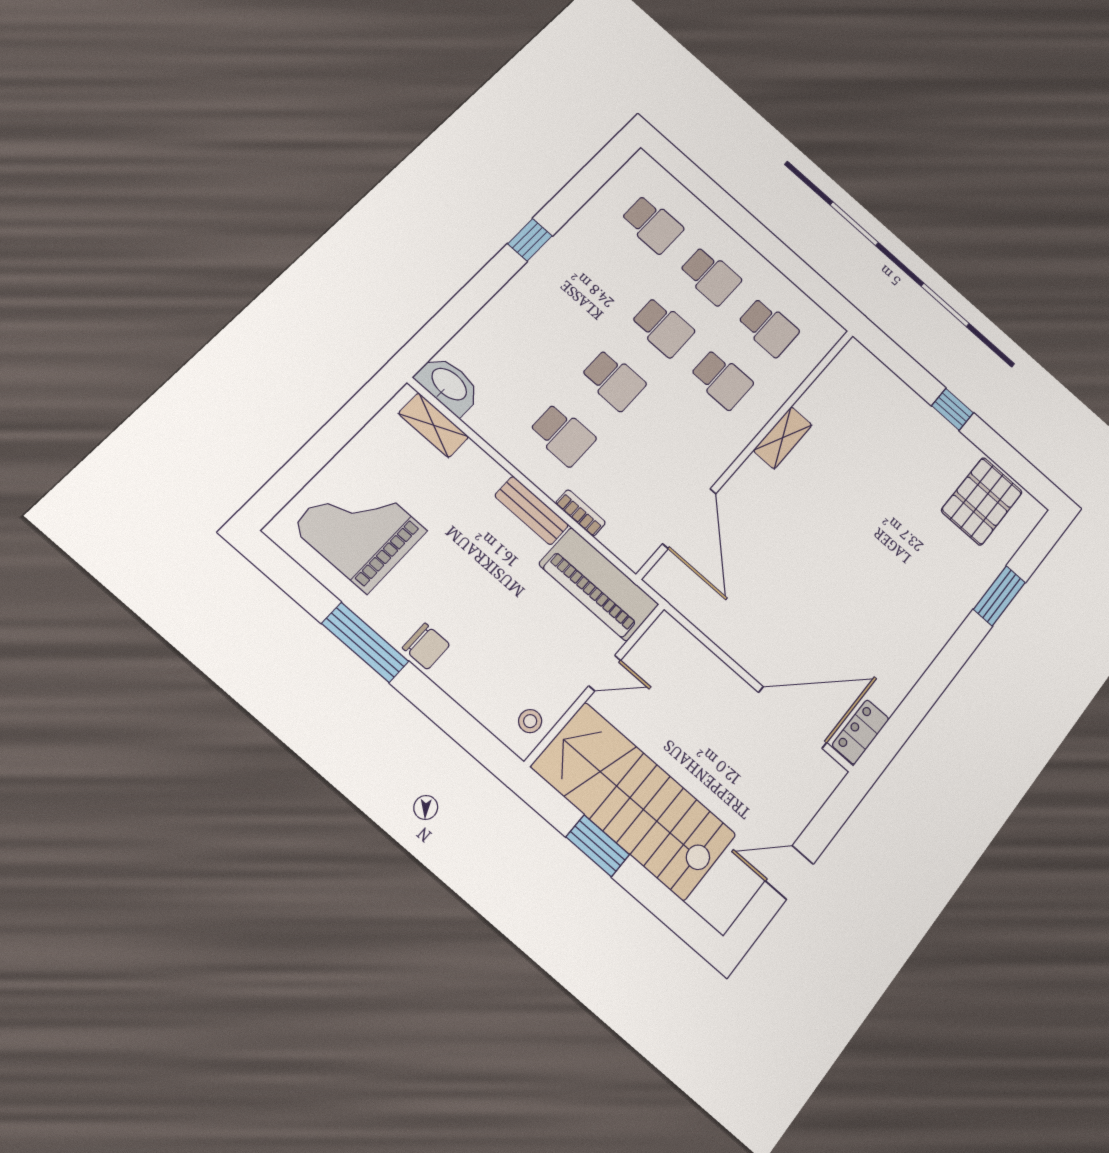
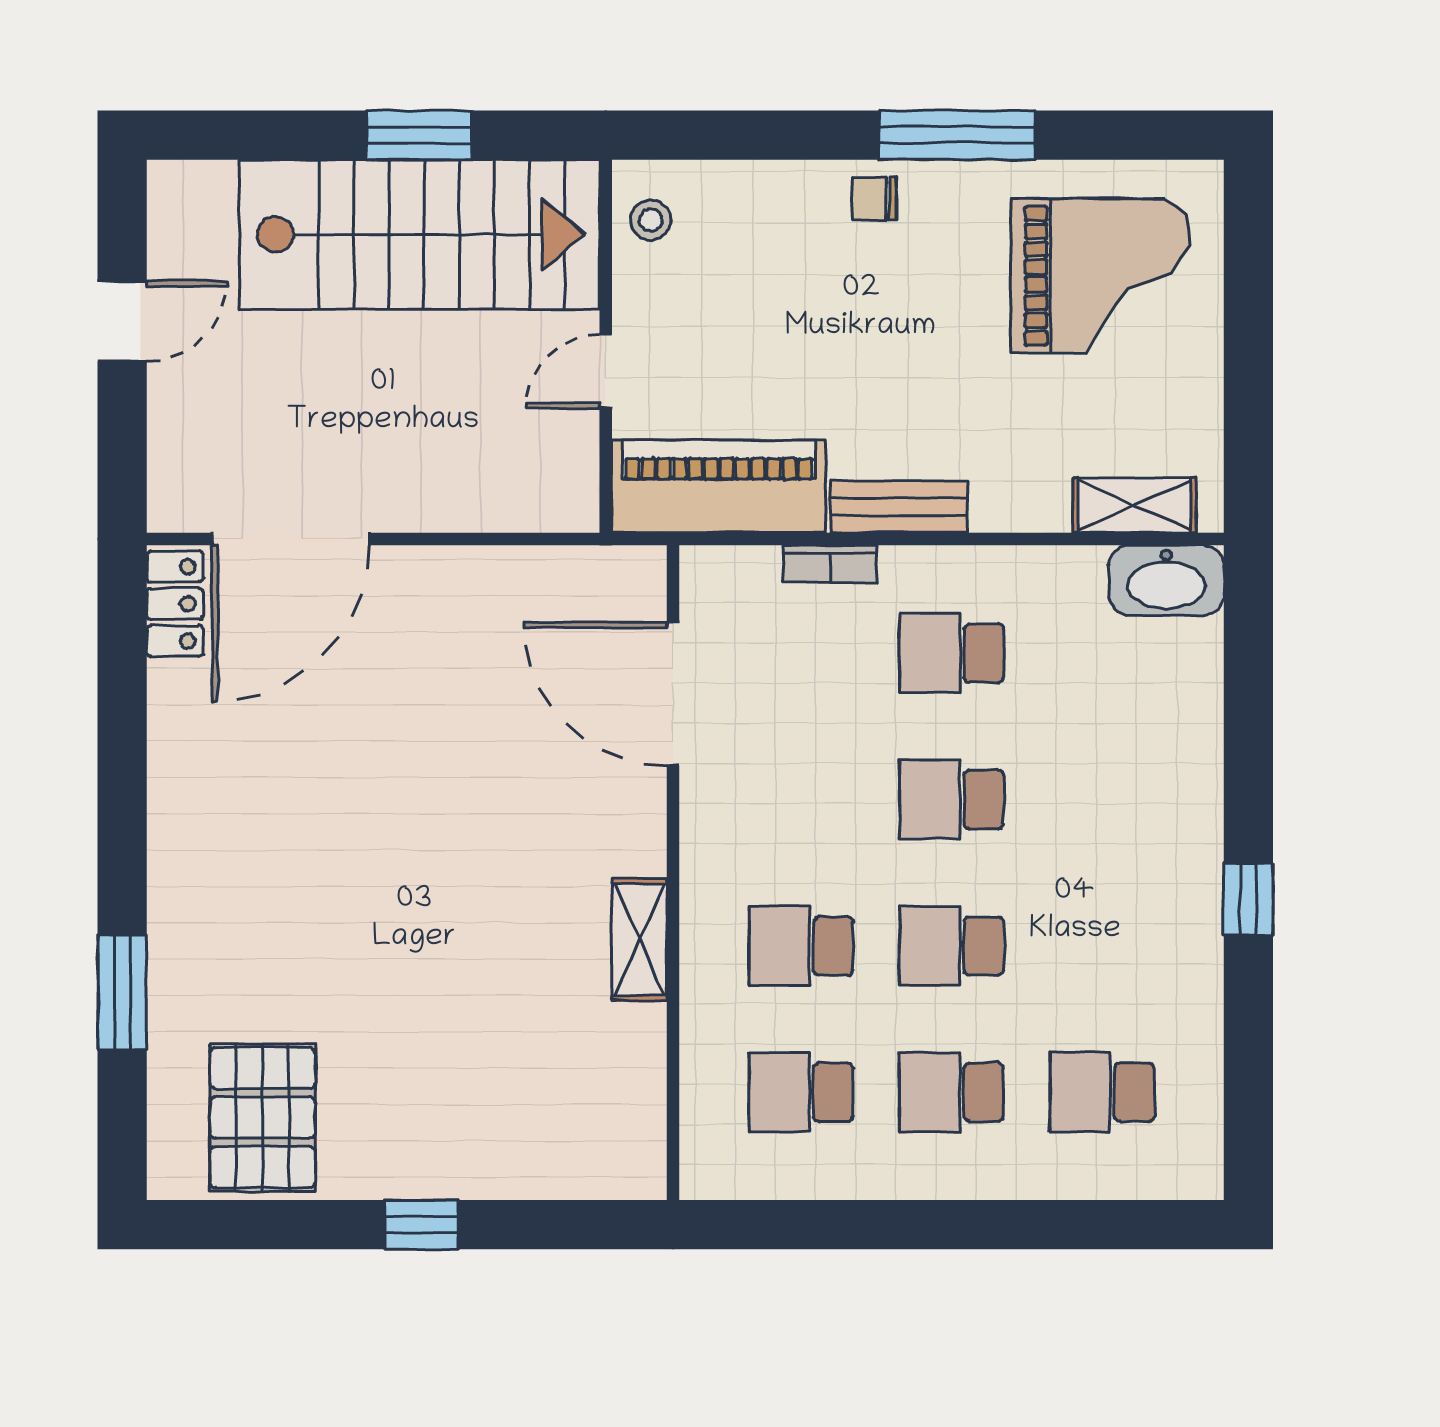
chair: (426, 646) -> (874, 199), width x0.73, depth x0.73

